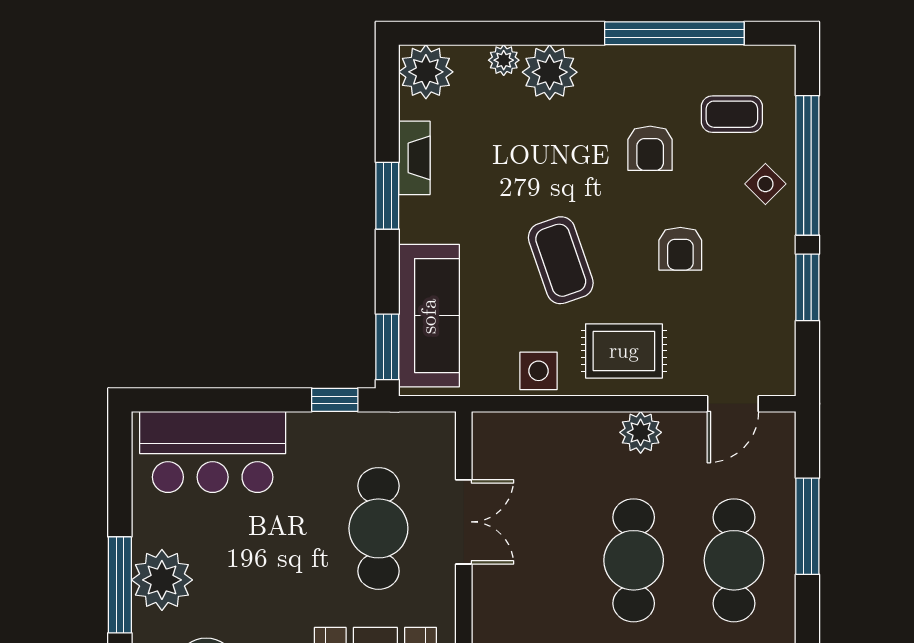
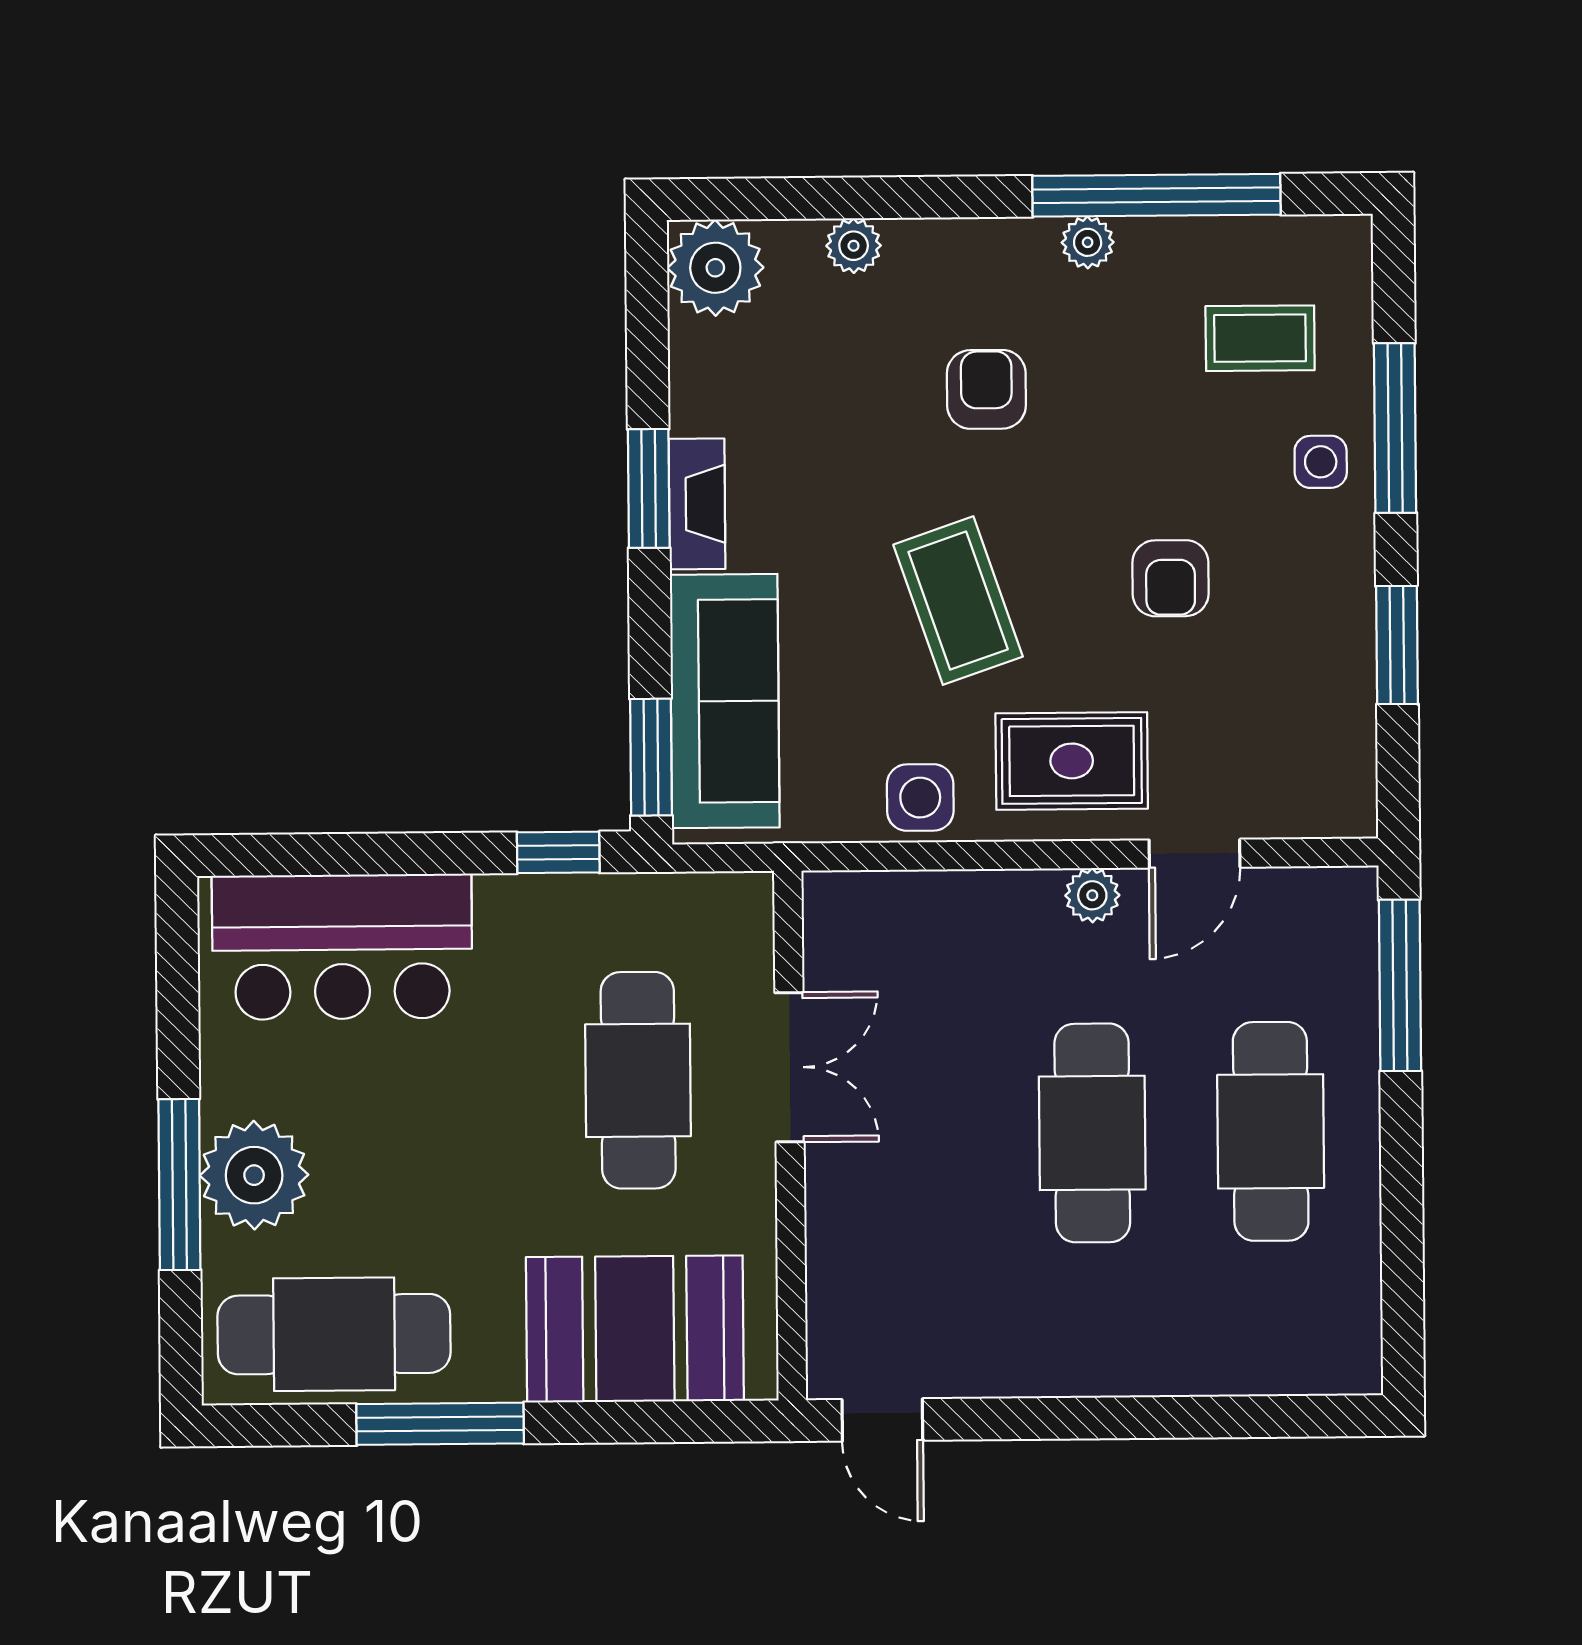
plant: (550, 72) -> (1088, 242), moved, width x0.53, depth x0.53
armchair: (650, 148) -> (986, 389), moved, turned 180
fireplace: (414, 158) -> (697, 504), moved
window: (807, 165) -> (1395, 428), width x0.68
side table: (765, 184) -> (1321, 462), turned 45
door: (733, 404) -> (1195, 854), moved
plant: (641, 432) -> (1092, 895), width x0.73, depth x0.73
window: (807, 526) -> (1400, 985), moved

